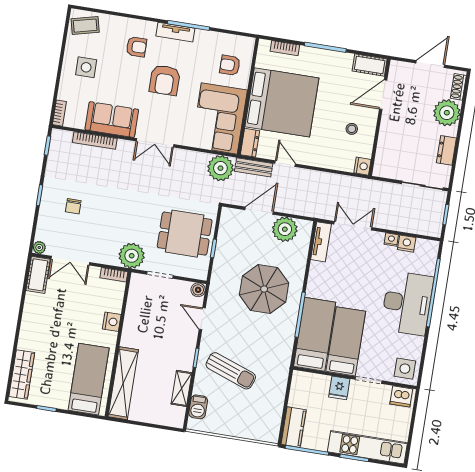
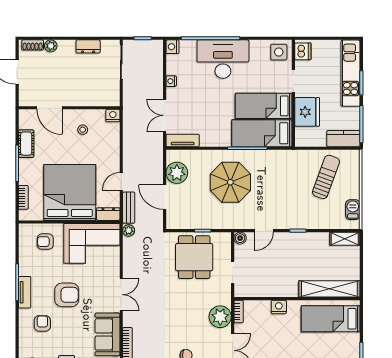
armchair: (230, 65) -> (45, 242), turned 90
cot: (370, 65) -> (26, 144), moved
plant: (447, 113) -> (51, 46), width x0.53, depth x0.53
plant: (220, 168) -> (129, 230), width x0.53, depth x0.53
nightstand: (407, 244) -> (173, 47), moved
plant: (132, 256) -> (220, 317), moved
sun lounger: (231, 371) -> (326, 177), moved
shelving: (181, 388) -> (345, 239), moved
fridge: (339, 388) -> (307, 112), width x1.88, depth x1.34
barbecue: (198, 407) -> (353, 210), moved, turned -90

